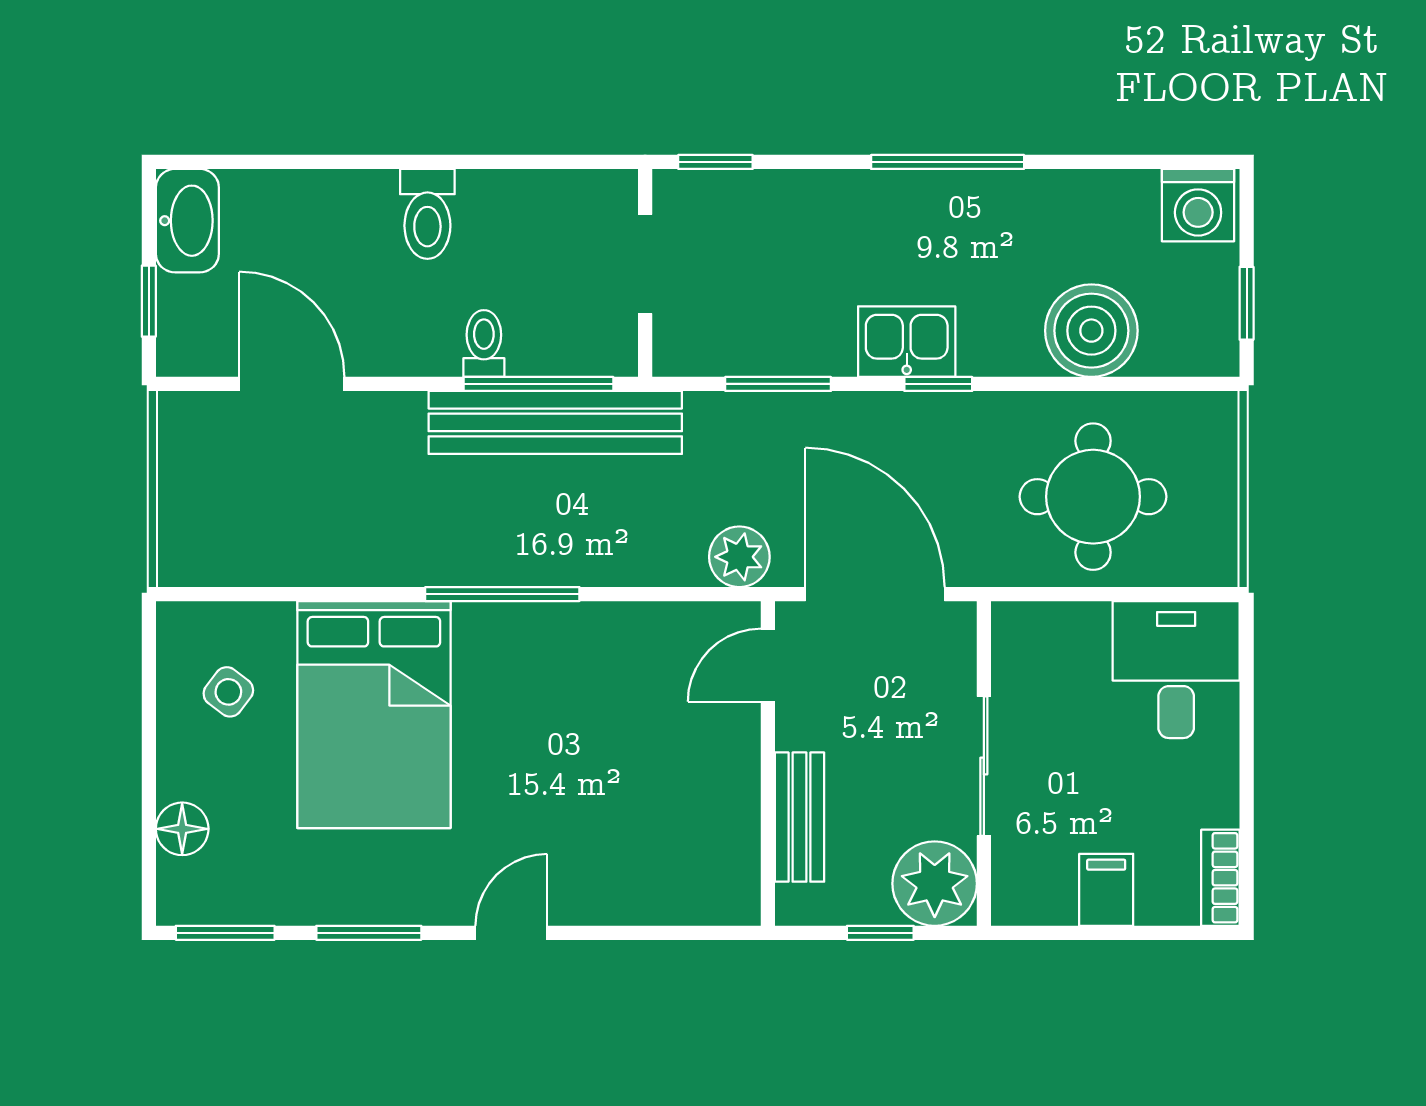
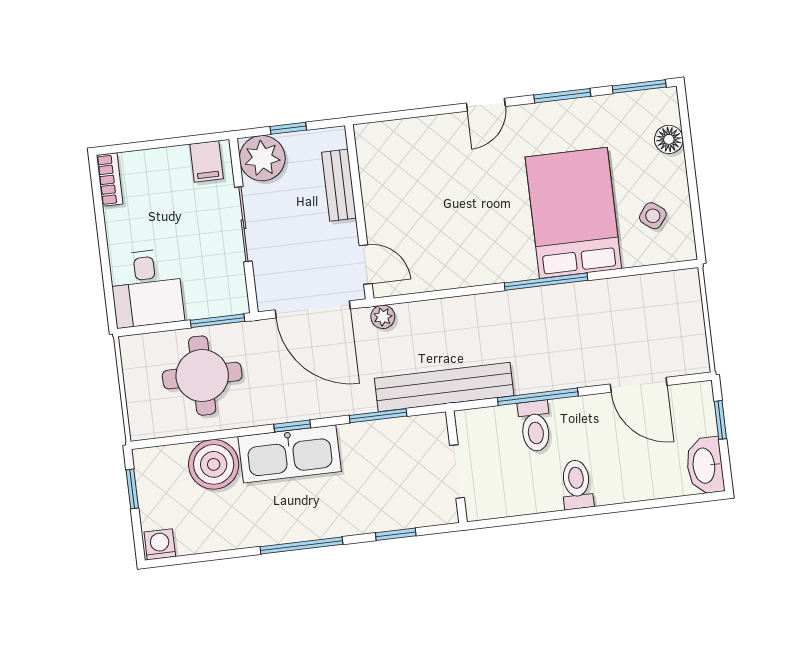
window: (715, 162) -> (396, 534), moved
washing machine: (1198, 205) -> (160, 544), width x0.73, depth x0.73
kitchen sink: (907, 342) -> (290, 454), width x1.88, depth x1.24
toilet: (484, 343) -> (535, 426), width x1.37, depth x1.39
window: (539, 384) -> (538, 397), moved
bench: (555, 422) -> (444, 387), moved
plant: (739, 557) -> (383, 317), width x0.73, depth x0.73
window: (502, 594) -> (546, 282), moved
window: (1053, 594) -> (218, 321), added
door: (768, 665) -> (366, 264), hinge flipped
filing cabinet: (1106, 890) -> (207, 161), moved

